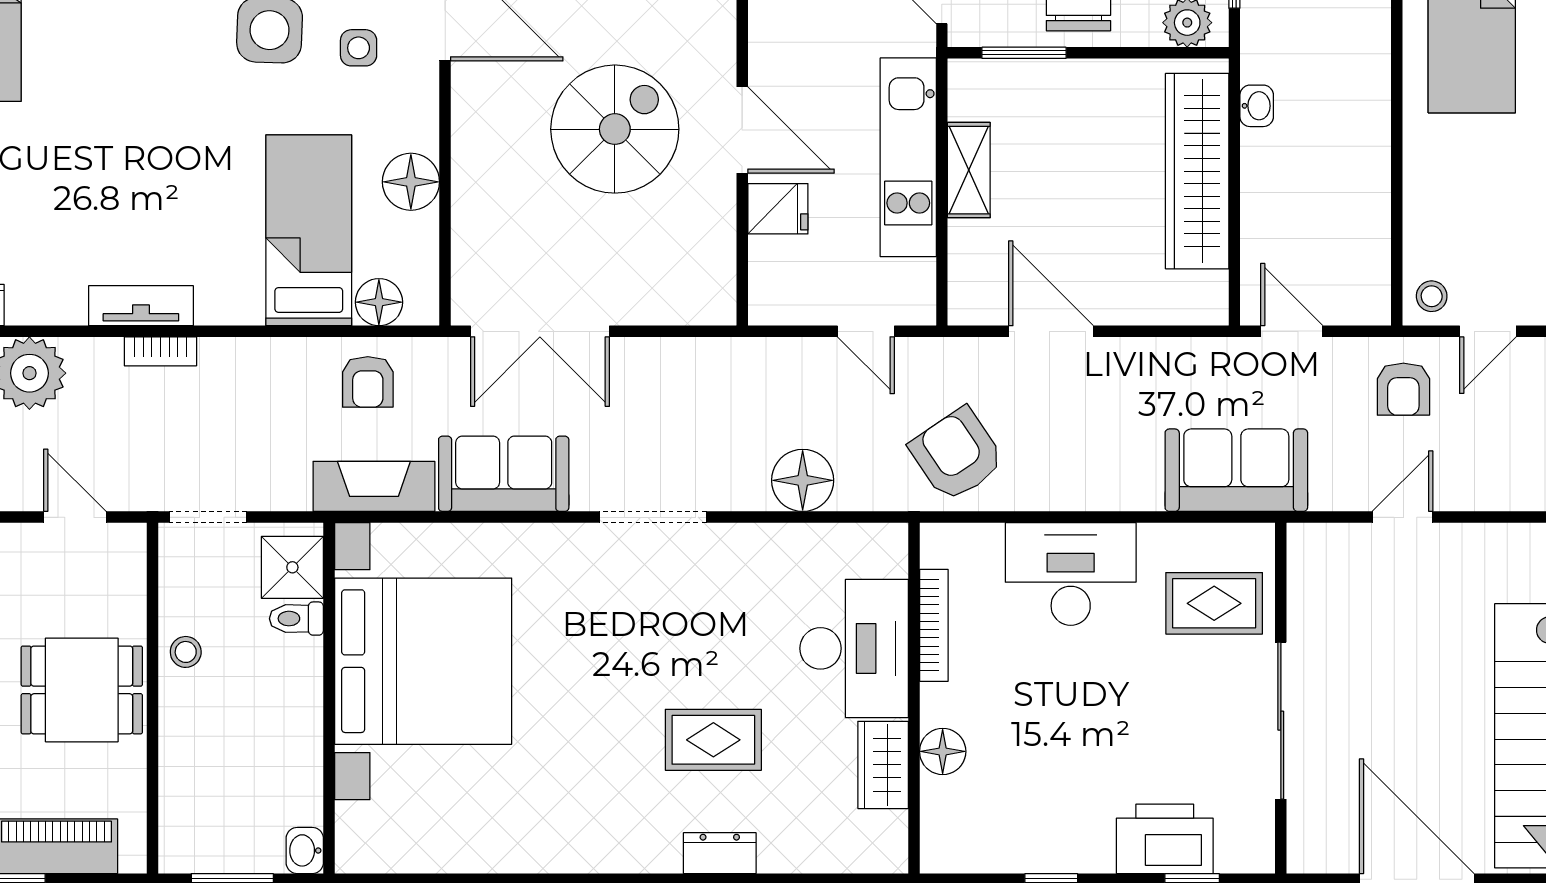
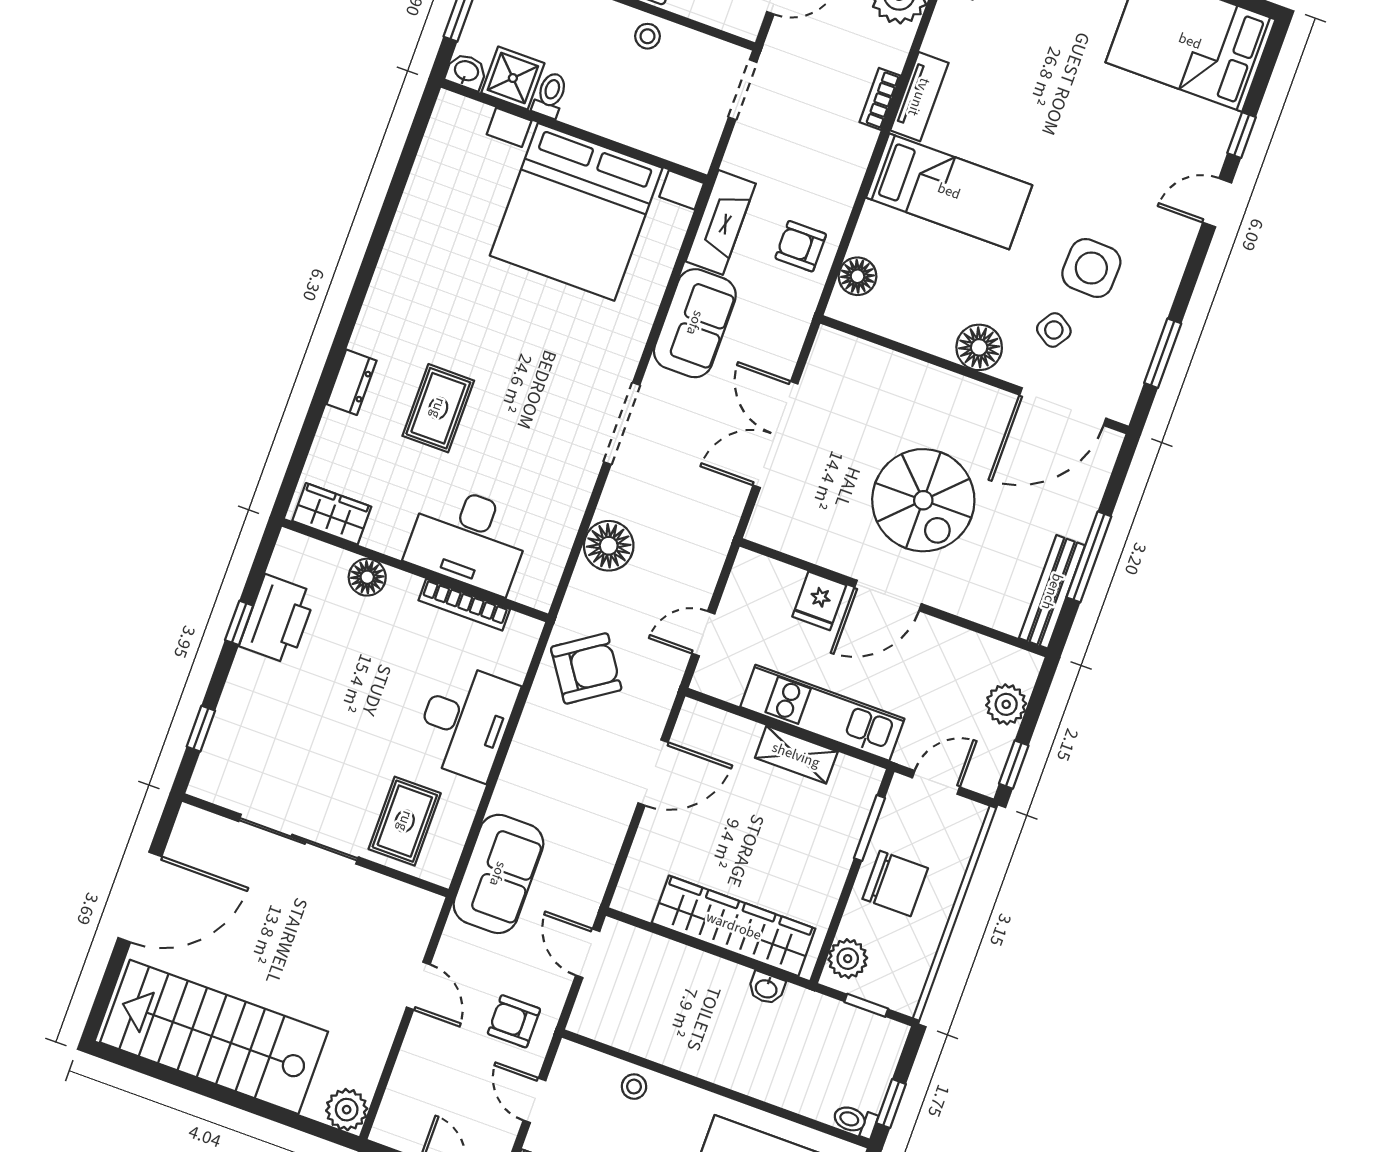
side table: (359, 48) -> (1054, 330), turned 33
floor lamp: (411, 182) -> (979, 347), moved
bed: (309, 230) -> (949, 191), moved
stool: (1432, 296) -> (634, 1087), moved
double door: (540, 331) -> (775, 435), moved
door: (1292, 331) -> (588, 953), swing flipped
shower: (292, 567) -> (513, 78), moved
toilet: (296, 619) -> (550, 95), moved
wardrobe: (883, 765) -> (332, 514), moved
printer: (1165, 839) -> (278, 619), moved

